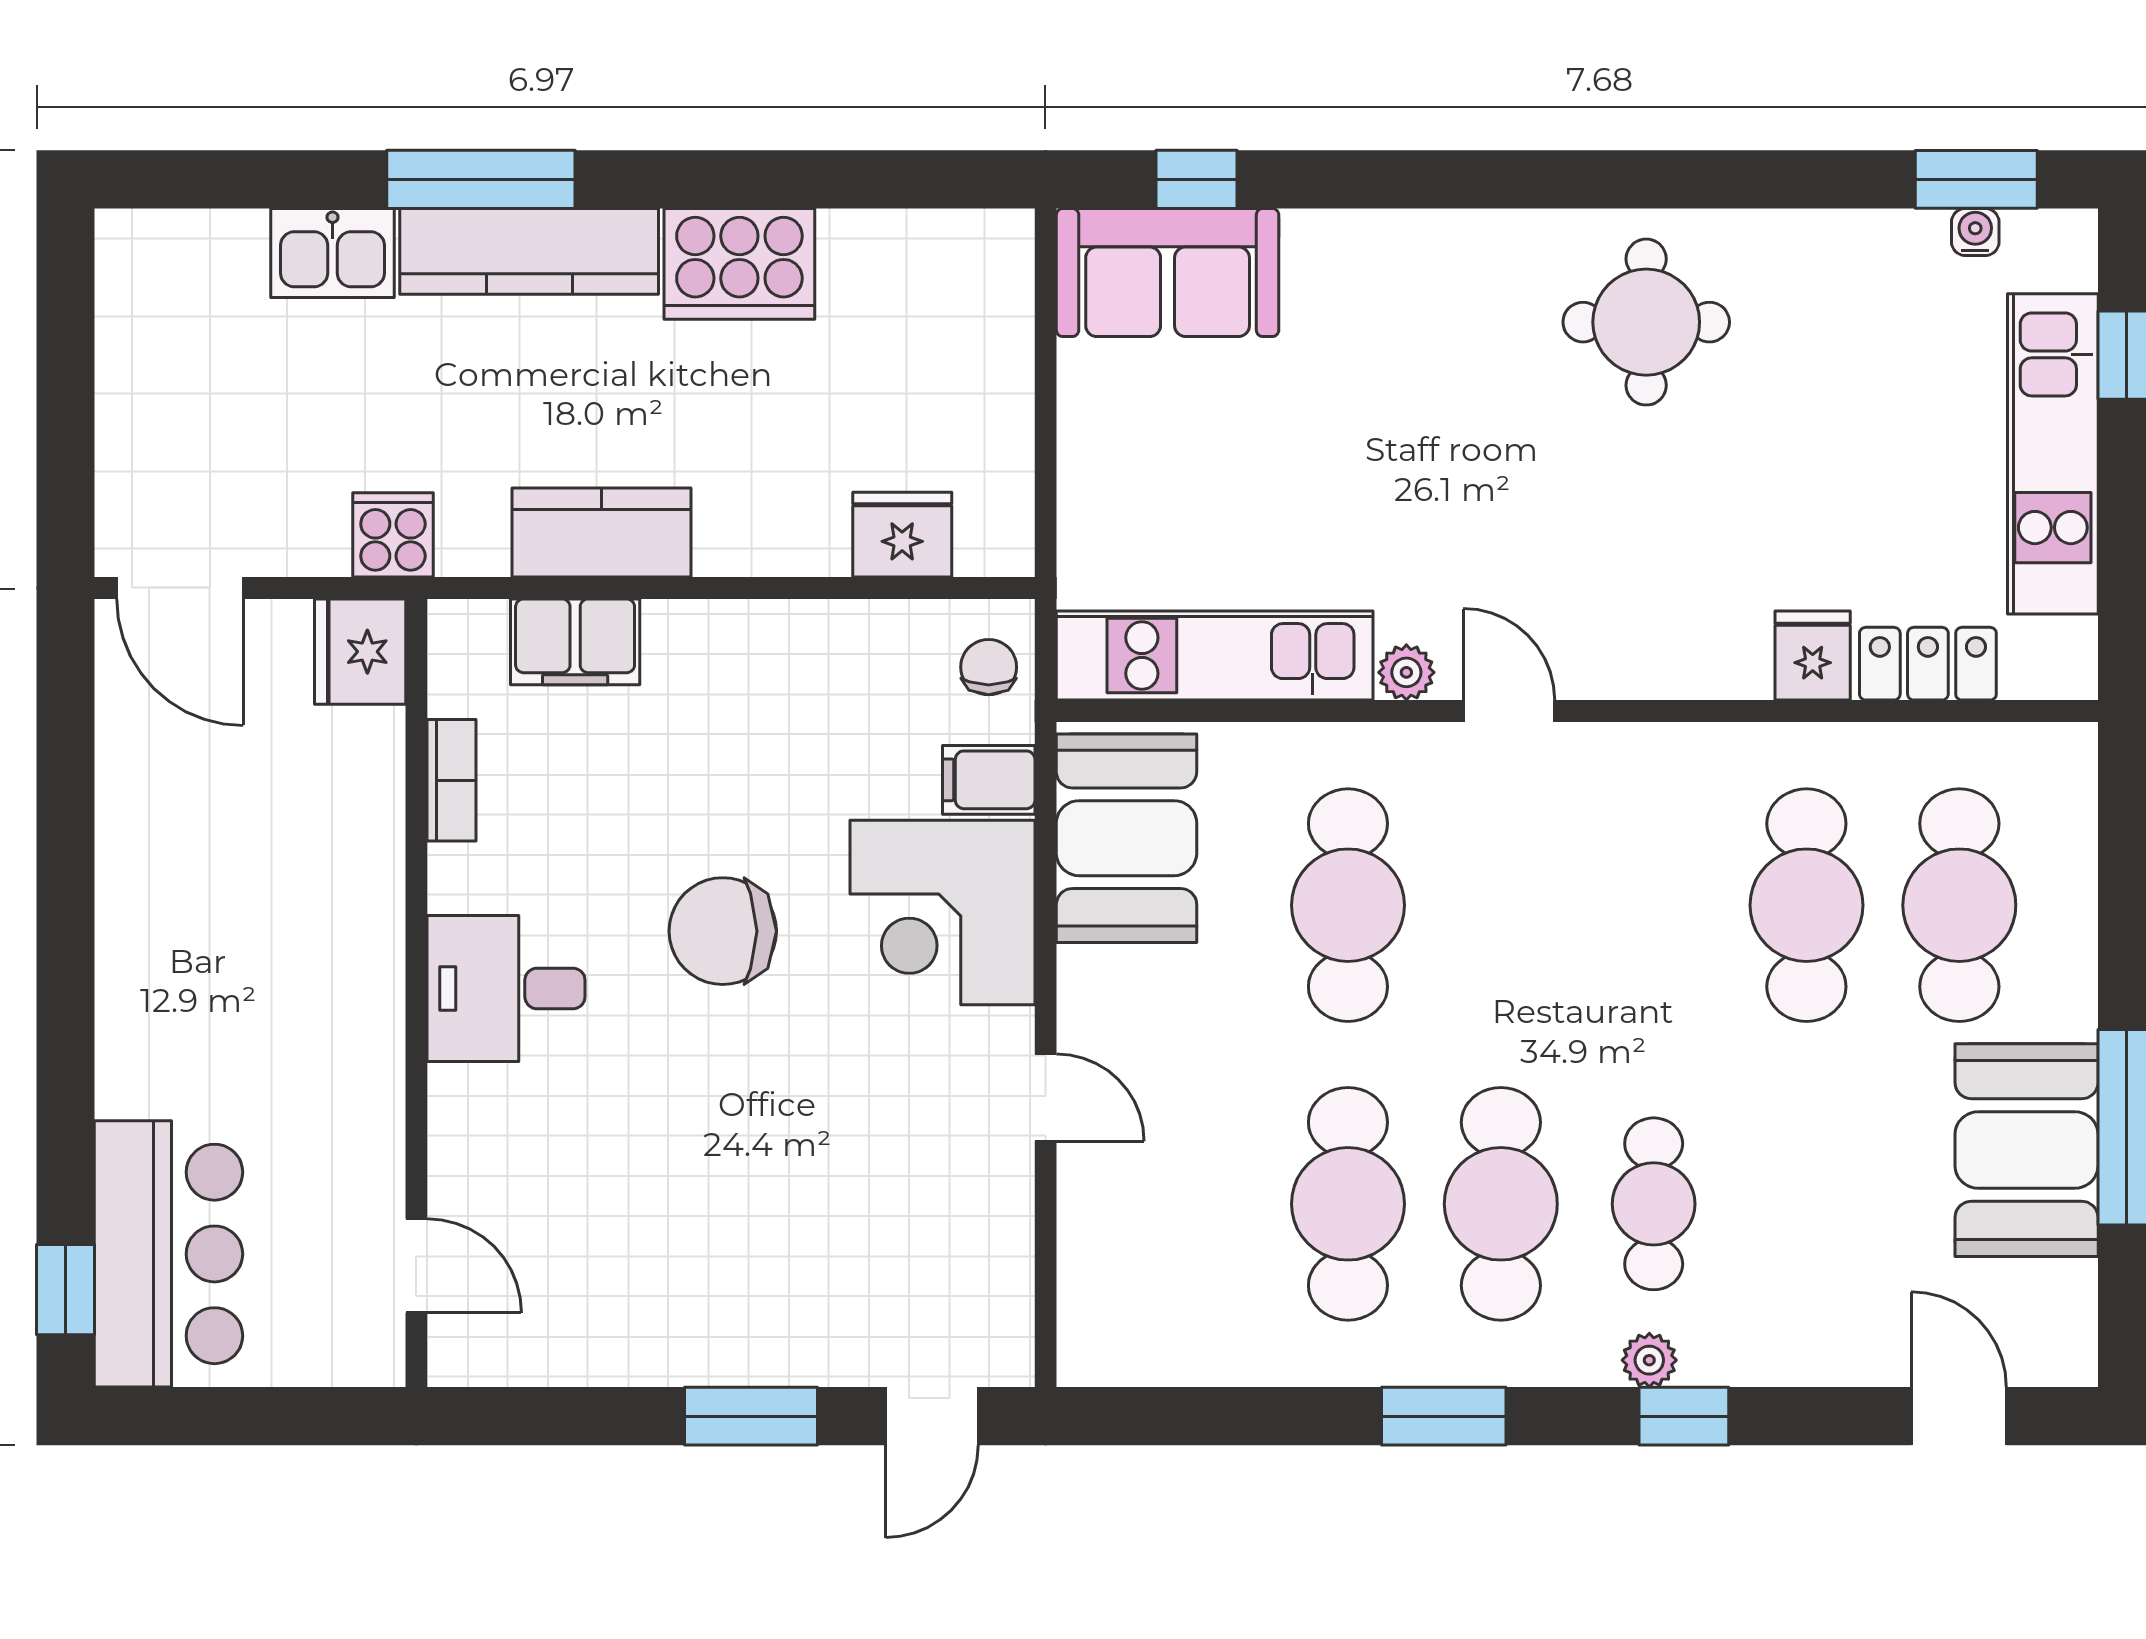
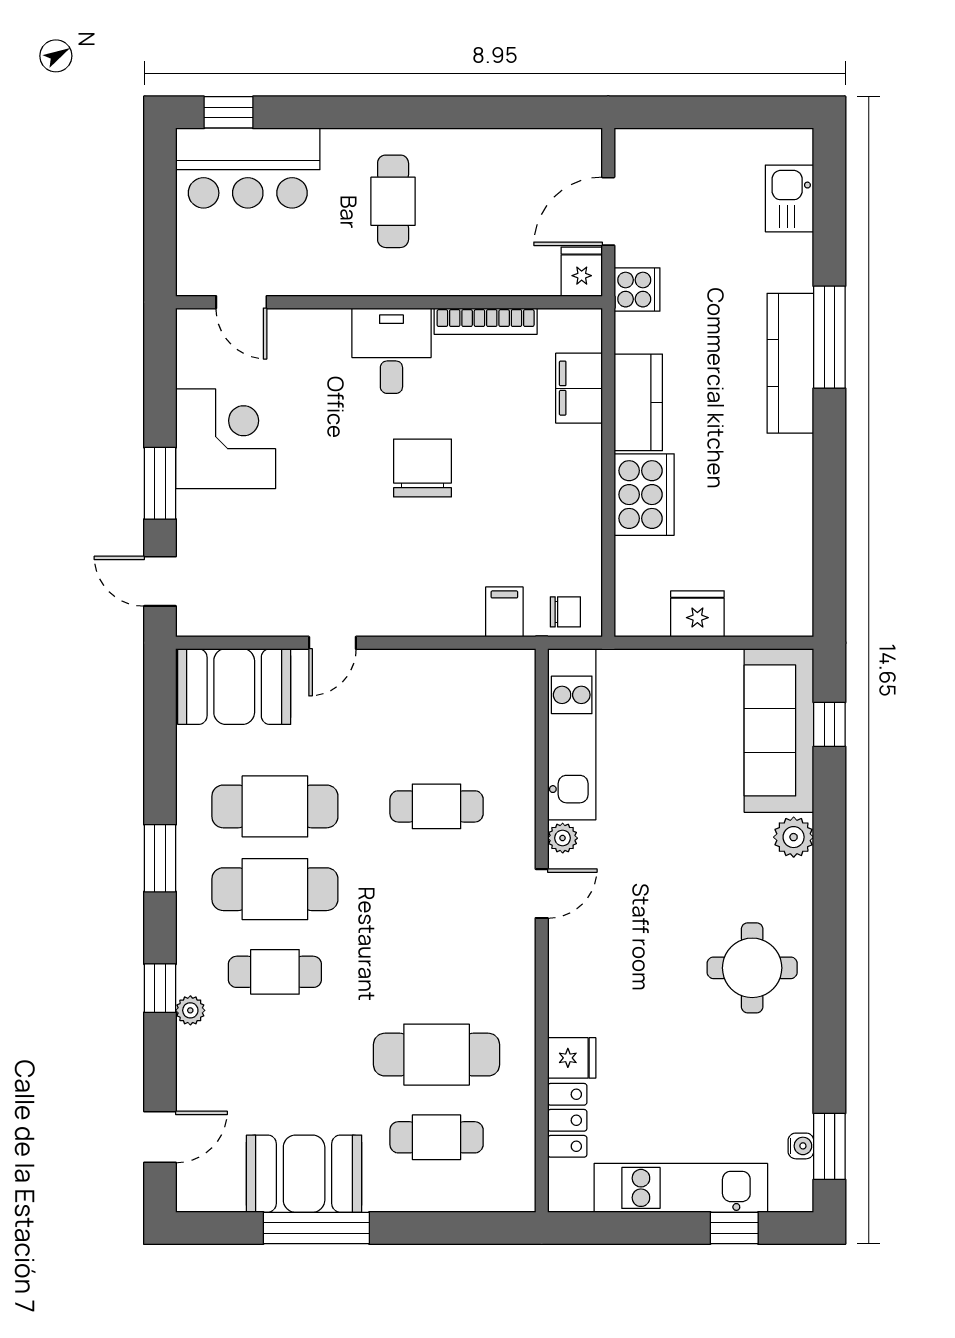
plant: (1405, 246) -> (794, 837), added
kitchen sink: (332, 253) -> (790, 198), moved
cooker: (739, 264) -> (644, 495), moved, turned 180
sofa: (1168, 272) -> (779, 730), width x1.36
fridge: (902, 535) -> (697, 614), moved, turned -90
door: (180, 588) -> (608, 211), moved
fridge: (360, 652) -> (582, 272), width x0.72
bookcase: (452, 780) -> (486, 321), width x1.56
booth: (1127, 838) -> (234, 687), moved
cafe table: (1348, 905) -> (437, 806), width x0.73, depth x0.74
cafe table: (1959, 905) -> (437, 1137), width x0.73, depth x0.74
corner desk: (942, 913) -> (226, 439), moved, turned 90
cafe table: (230, 986) -> (393, 201), added
door: (416, 1266) -> (241, 302), hinge flipped
plant: (1649, 1360) -> (190, 1010), moved

